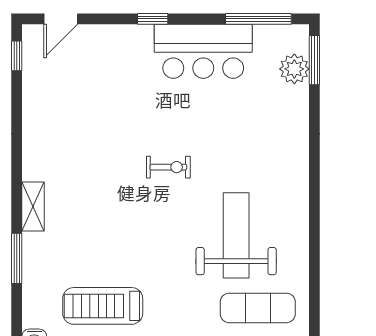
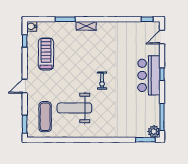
door: (61, 19) -> (162, 37), hinge flipped
bar counter: (203, 51) -> (149, 75), moved
plant: (294, 69) -> (154, 131), moved
weight bench: (236, 235) -> (74, 108), turned 180

